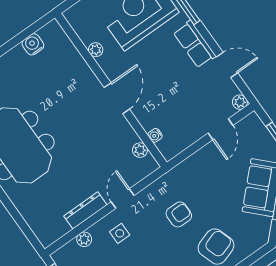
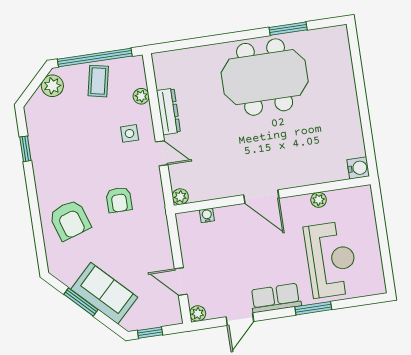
water cooler: (33, 44) -> (358, 168), moved
plant: (140, 150) -> (180, 197), moved

